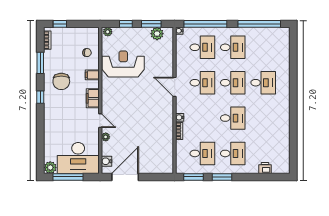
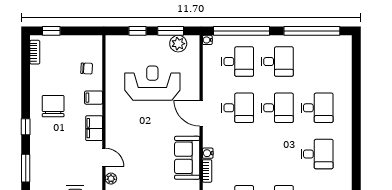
plant: (108, 32) -> (114, 41), removed
window: (40, 63) -> (26, 168), moved
reception desk: (123, 64) -> (152, 83), moved
chair: (61, 81) -> (53, 106), turned 180
desk: (233, 118) -> (317, 154), moved
sofa: (164, 121) -> (187, 158), added

